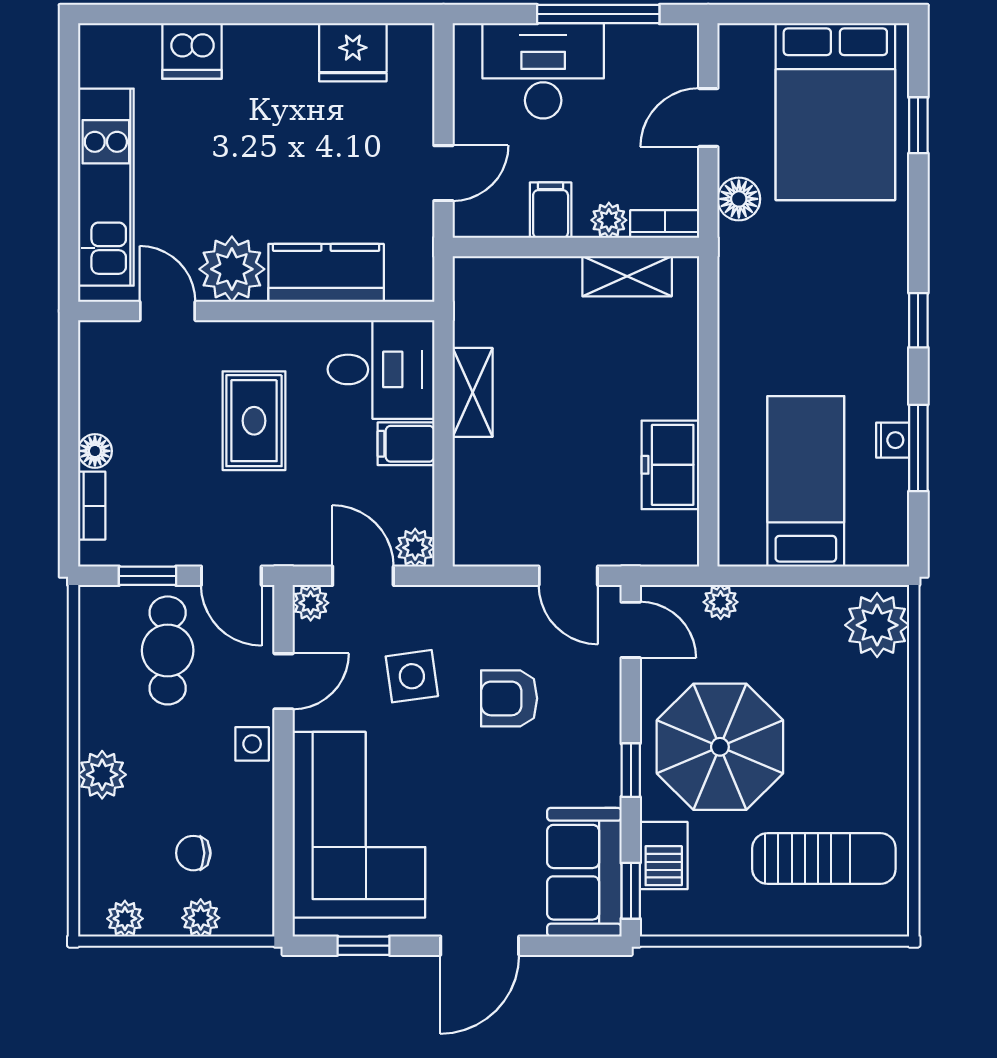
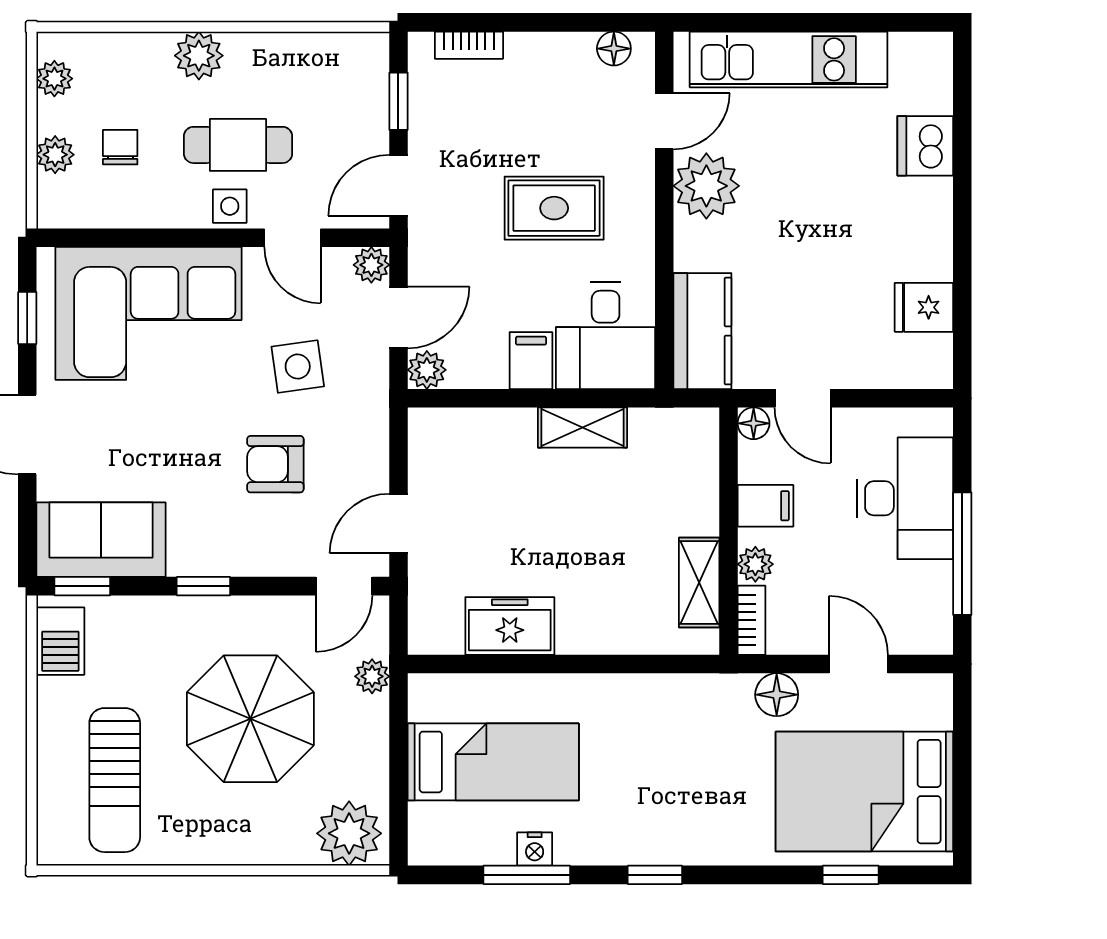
fridge: (353, 52) -> (924, 307), width x0.72
floor lamp: (468, 222) -> (754, 423), added
kitchen counter: (326, 273) -> (702, 331), moved
floor lamp: (95, 451) -> (614, 49), moved
cafe table: (168, 650) -> (238, 145), moved
armchair: (509, 698) -> (275, 464), turned -90
parasol: (720, 747) -> (250, 719), moved
barbecue: (664, 856) -> (60, 641), moved, turned -90

